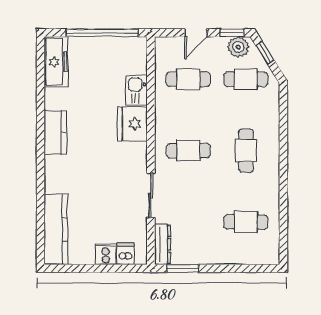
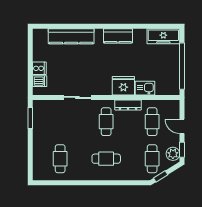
window: (265, 53) -> (161, 176), moved
kitchen counter: (56, 229) -> (71, 36), moved
dresser: (162, 244) -> (128, 105), moved

